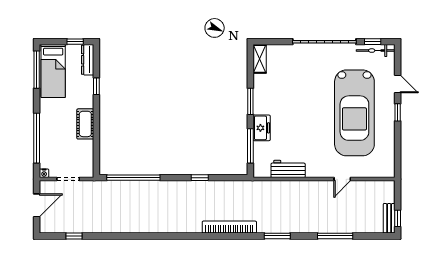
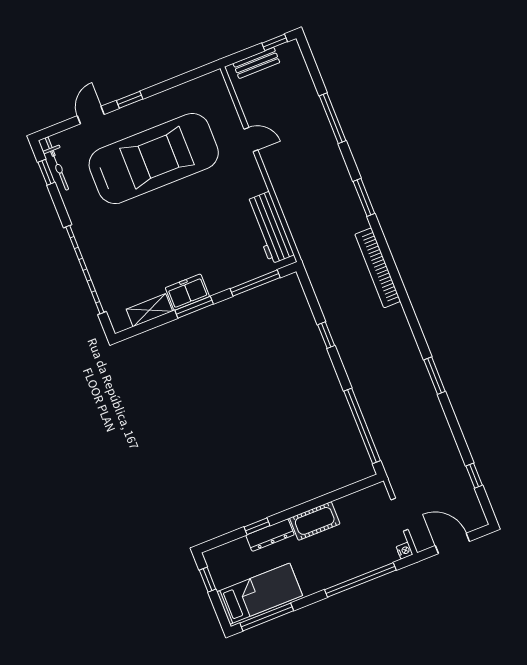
garage door: (324, 42) -> (85, 270), moved
shelving: (260, 59) -> (149, 310), moved
dresser: (88, 60) -> (270, 535), moved
freezer: (262, 128) -> (187, 292), moved
workbench: (288, 169) -> (270, 228), width x1.38
bench: (389, 218) -> (256, 63), moved
window: (147, 236) -> (435, 376), added

